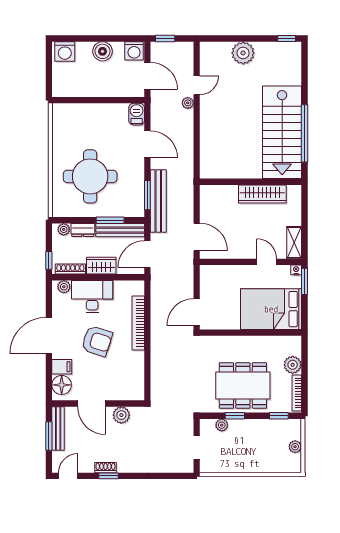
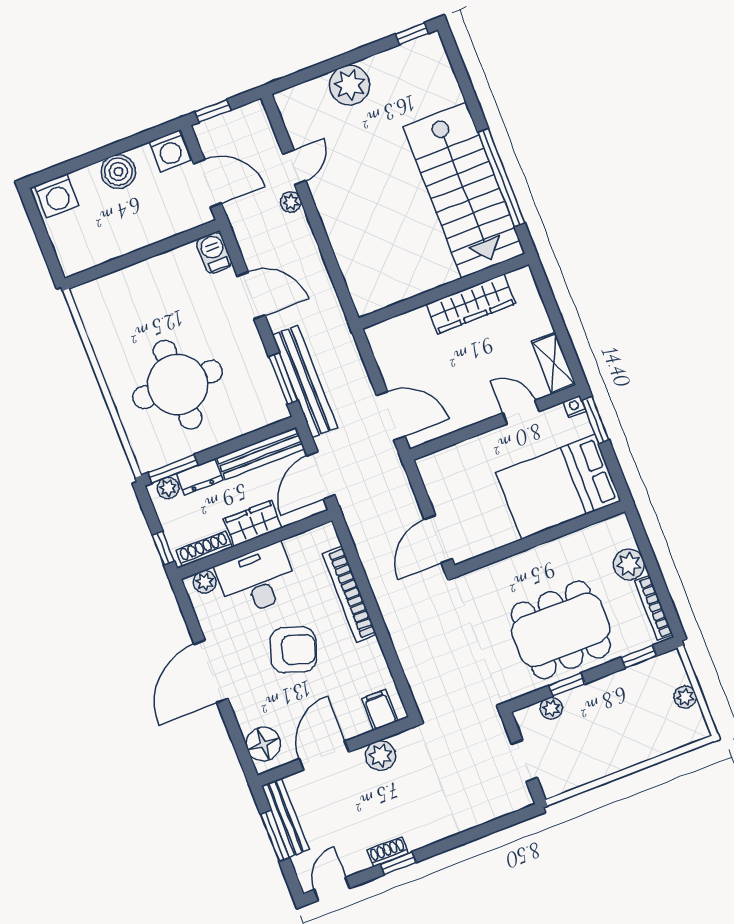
window: (110, 220) -> (173, 469), moved
filing cabinet: (62, 367) -> (380, 710), moved, turned -90
door: (92, 403) -> (324, 756), swing flipped

